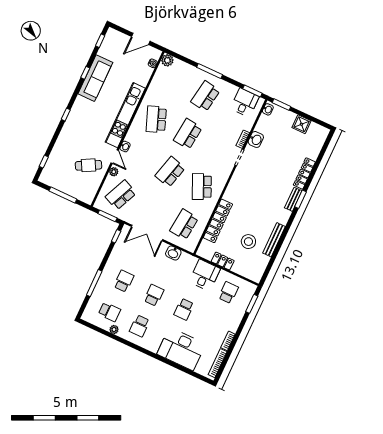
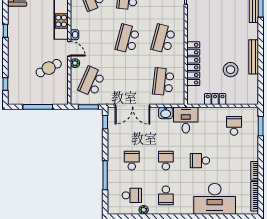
school desk: (202, 187) -> (163, 39), turned 39
desk: (205, 275) -> (186, 120), moved
school desk: (184, 309) -> (200, 161), turned 90

